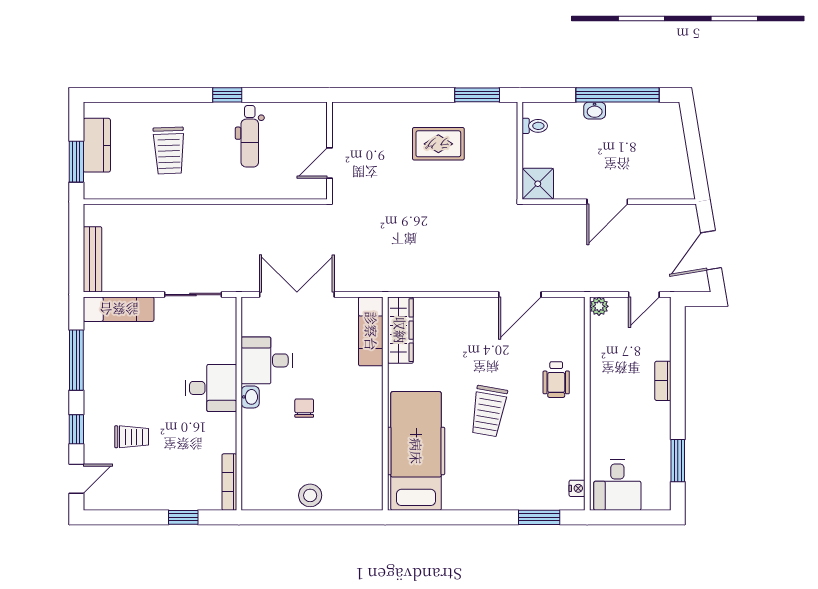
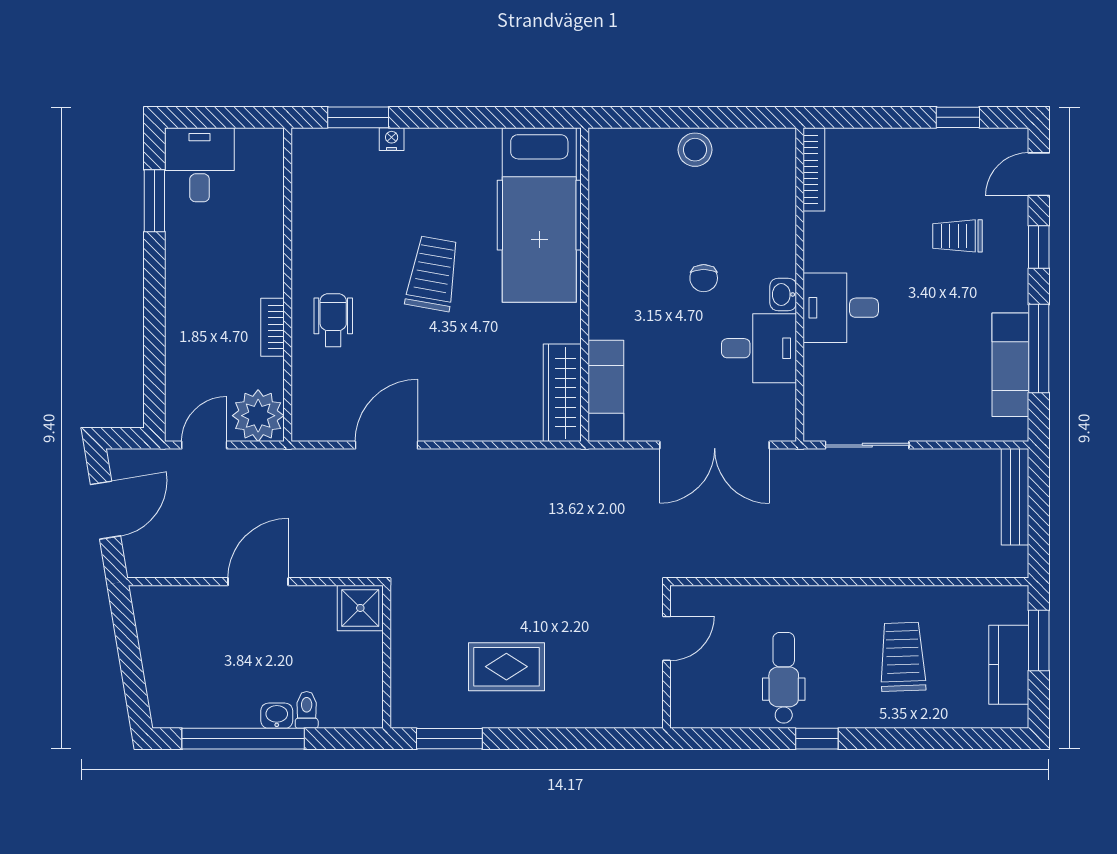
toilet: (535, 126) -> (307, 710), moved, turned 90
plant: (599, 306) -> (258, 416), width x1.88, depth x1.88
exam couch: (119, 309) -> (1010, 365), moved, turned -90
bookcase: (663, 381) -> (273, 327), moved, turned 180
desk: (617, 485) -> (200, 165), moved
nightstand: (577, 488) -> (392, 139), moved, turned 90
window: (183, 517) -> (958, 117), moved

